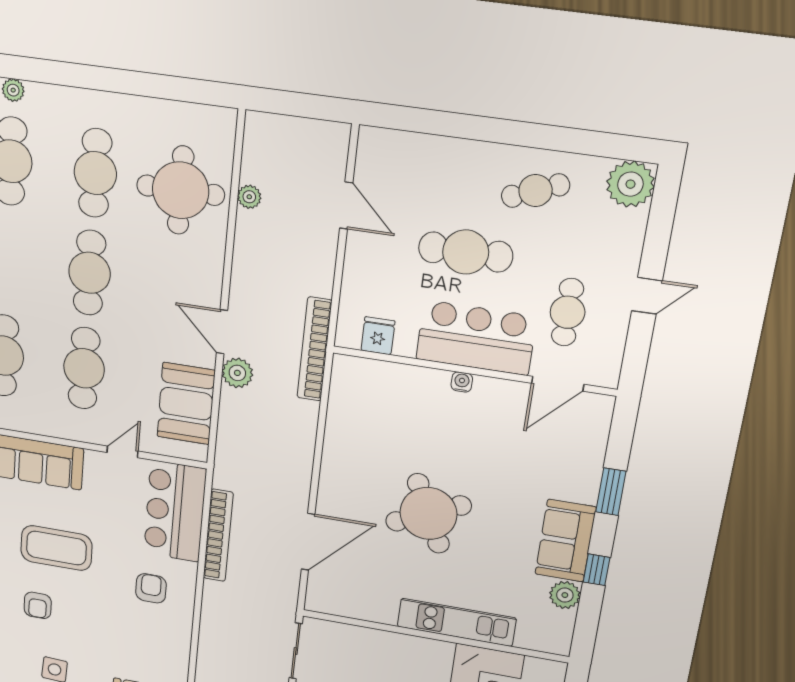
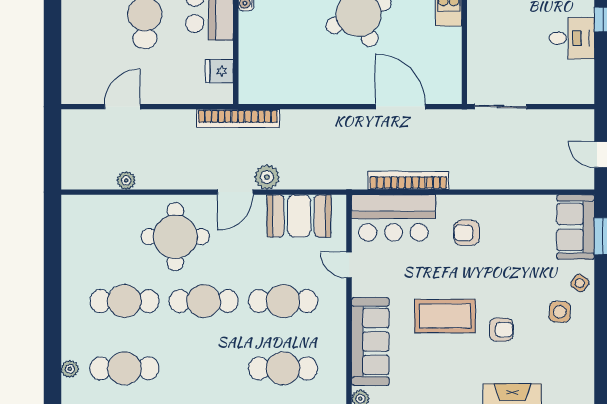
round table: (181, 190) -> (175, 237), moved
coffee table: (56, 548) -> (445, 316), turned 90

